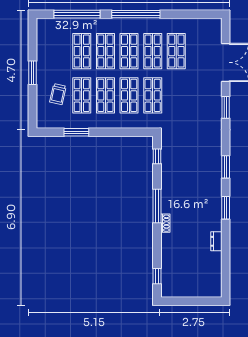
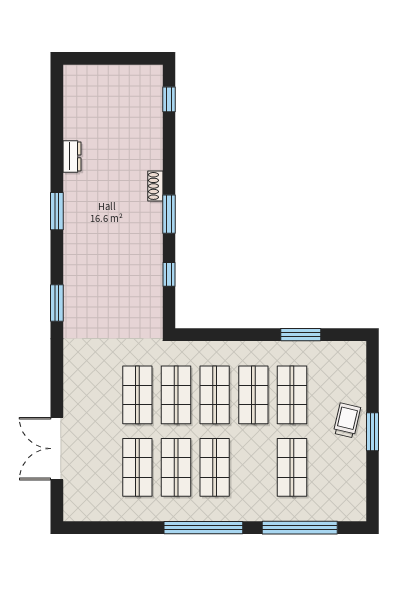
shop shelf: (105, 51) -> (137, 395), moved
trolley: (58, 94) -> (347, 420), moved
window: (226, 107) -> (57, 375), removed
window: (157, 156) -> (169, 274), moved
window: (226, 167) -> (57, 303), moved
window: (157, 206) -> (169, 214), width x0.69

